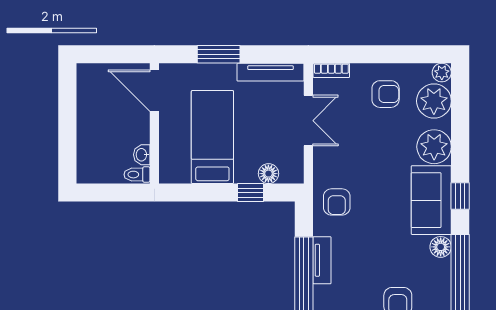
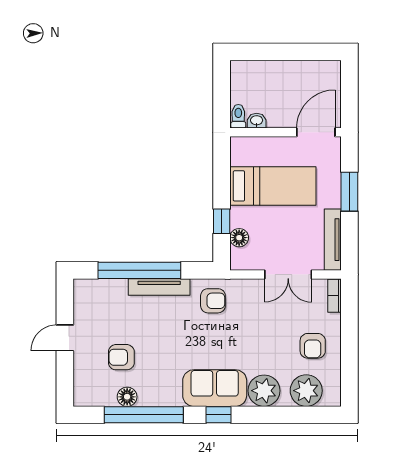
plant: (442, 73) -> (332, 398), removed
armchair: (337, 202) -> (213, 301), turned 180
floor lamp: (441, 247) -> (127, 397), moved
tv unit: (322, 260) -> (159, 287), width x1.41

